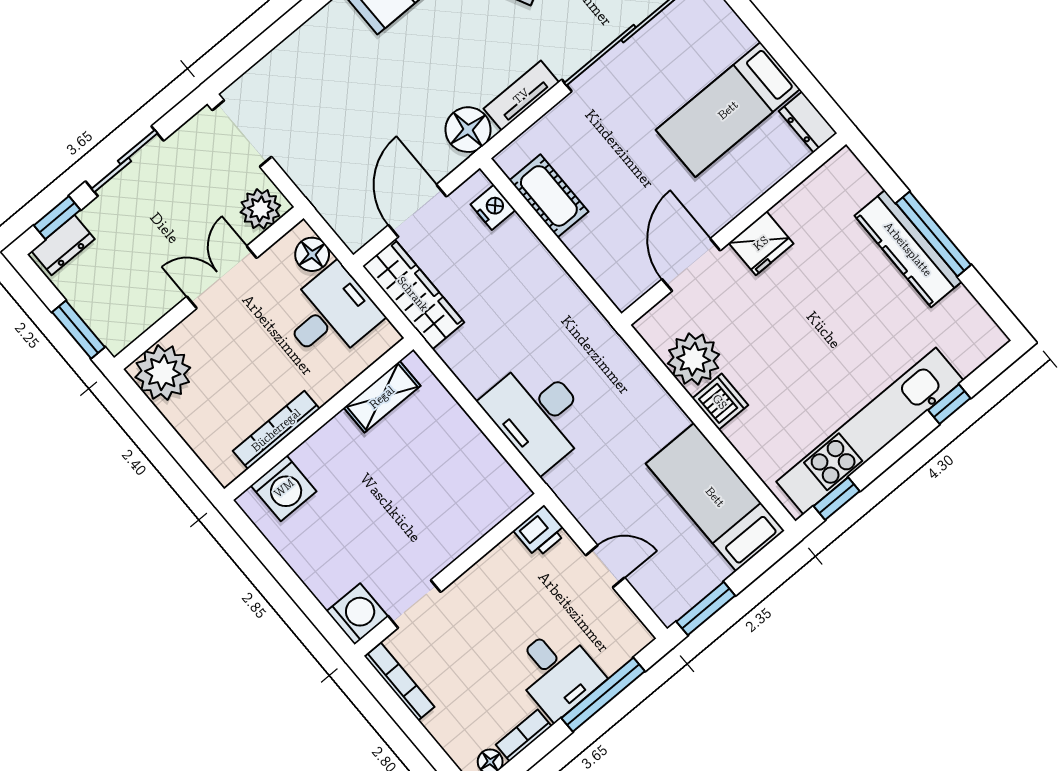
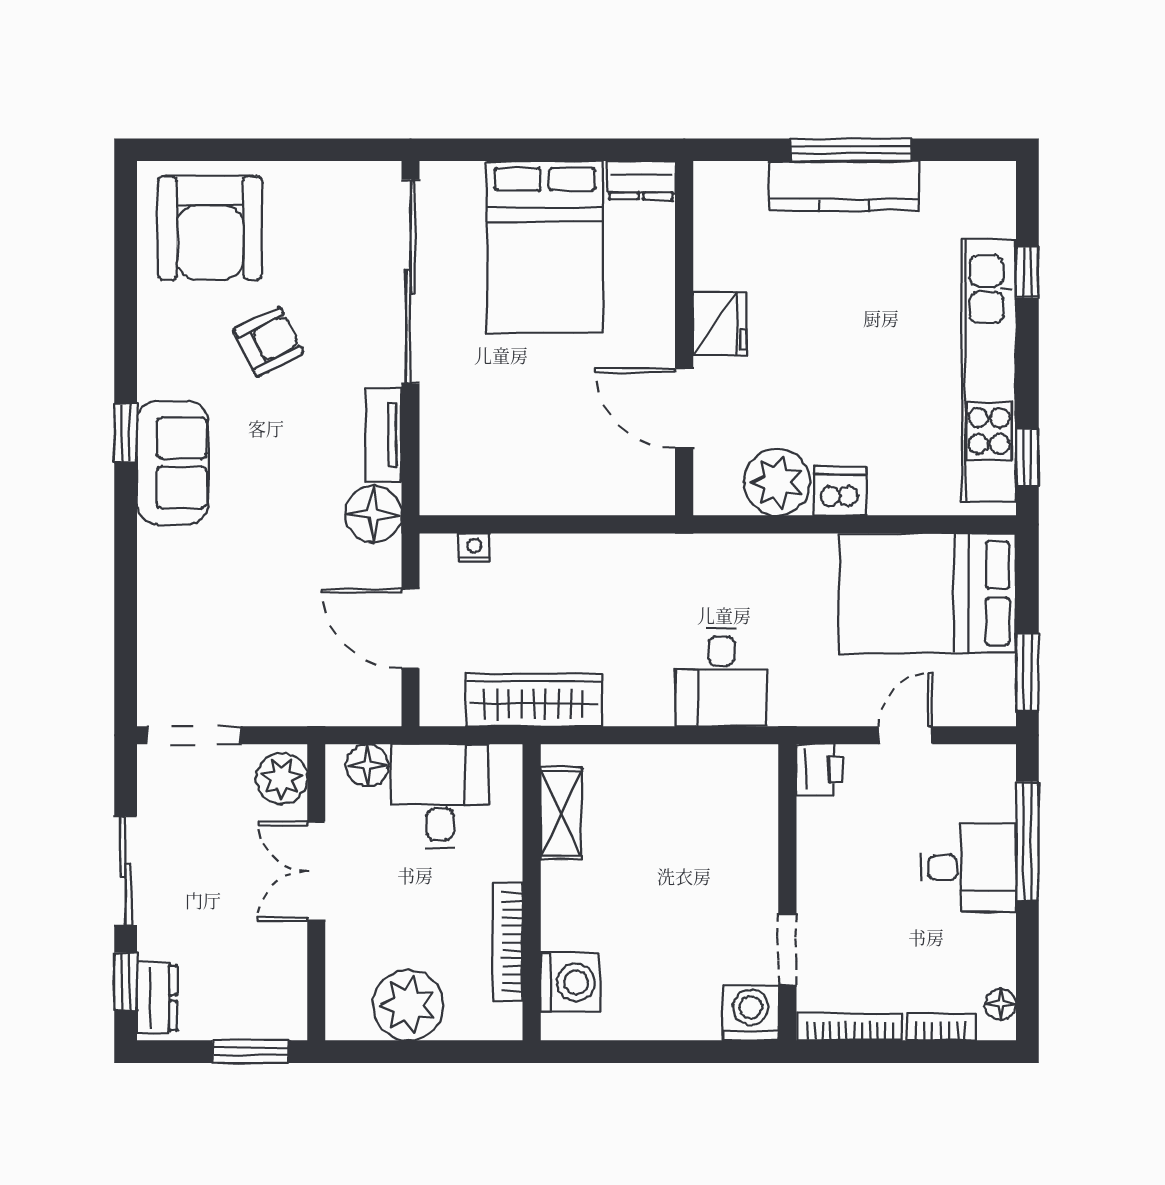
bed: (728, 110) -> (545, 247), width x1.50
cot: (549, 196) -> (503, 490), removed
nightstand: (493, 207) -> (474, 548), width x0.72, depth x0.74
wardrobe: (413, 294) -> (534, 700), moved
plant: (163, 373) -> (408, 1005), moved
desk: (538, 414) -> (721, 677), width x0.73
bed: (715, 497) -> (928, 593), width x1.50
bookcase: (524, 735) -> (941, 1027), moved, turned 90

